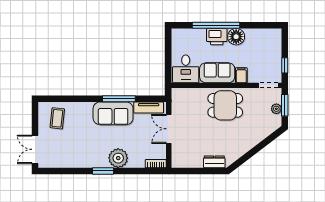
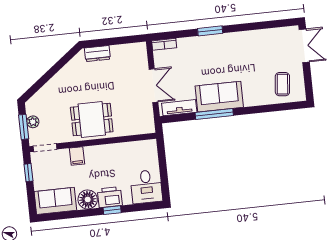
window: (216, 25) -> (112, 210), width x0.32
desk: (186, 69) -> (146, 187), moved, turned 180
sofa: (217, 73) -> (55, 201), moved, turned 180
plant: (118, 158) -> (208, 46), removed
window: (103, 171) -> (210, 31), moved

